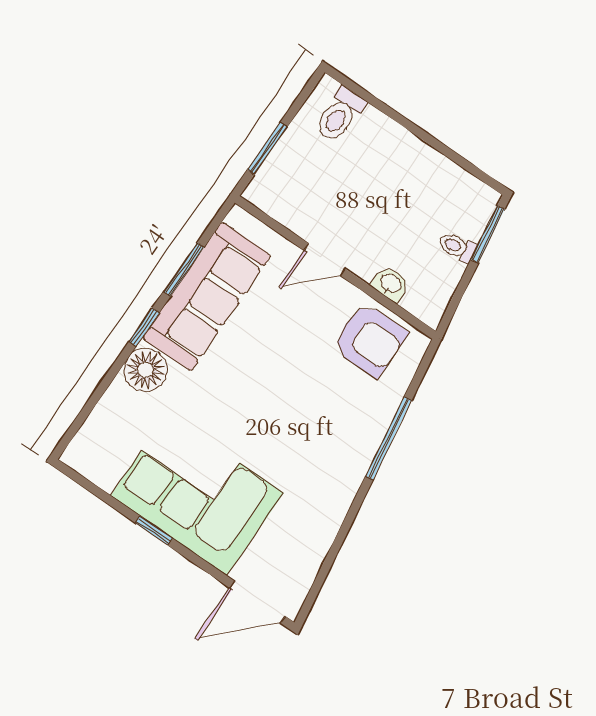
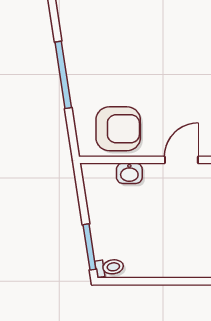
toilet: (457, 247) -> (110, 267), moved
armchair: (370, 340) -> (118, 129), turned 180

